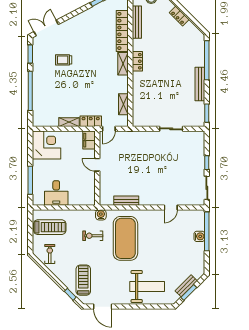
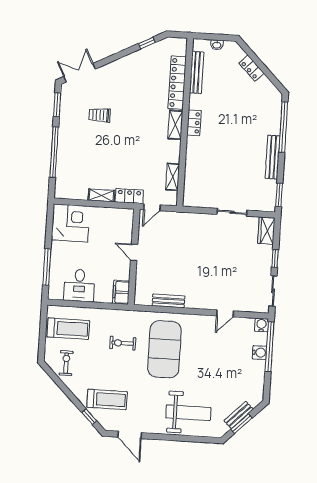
filing cabinet: (89, 140) -> (121, 292), moved
wardrobe: (199, 141) -> (266, 231), added
water cooler: (101, 215) -> (261, 325), moved
treadmill: (83, 280) -> (107, 399), turned 90

